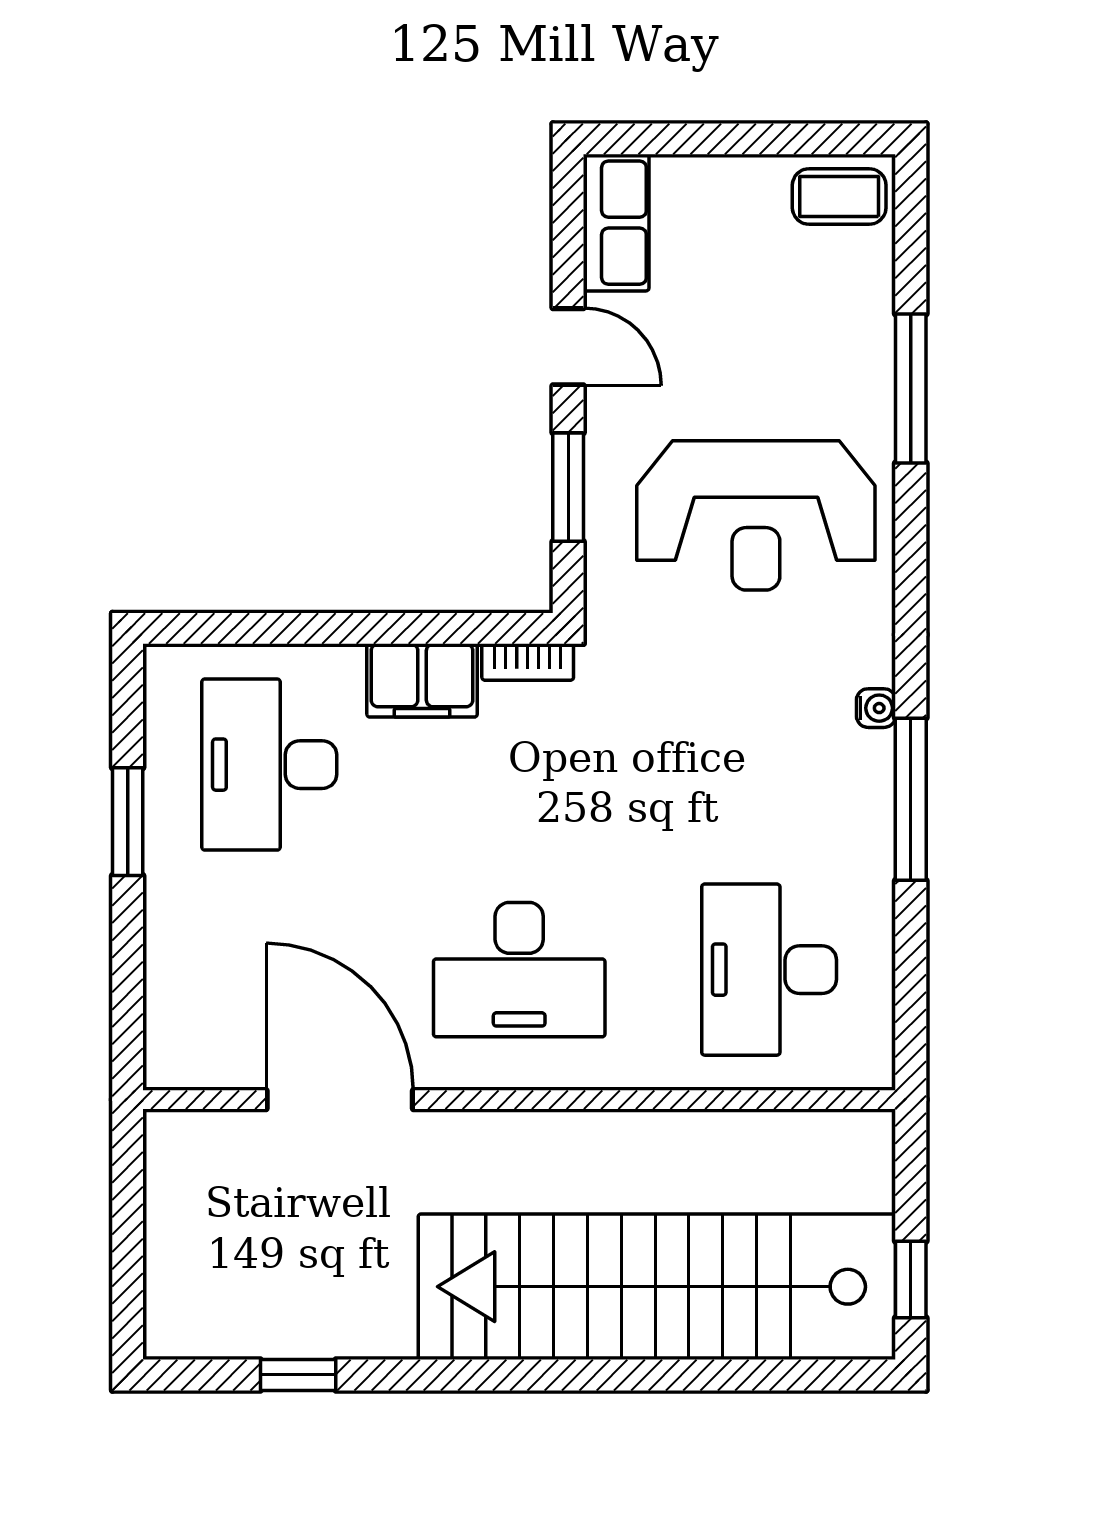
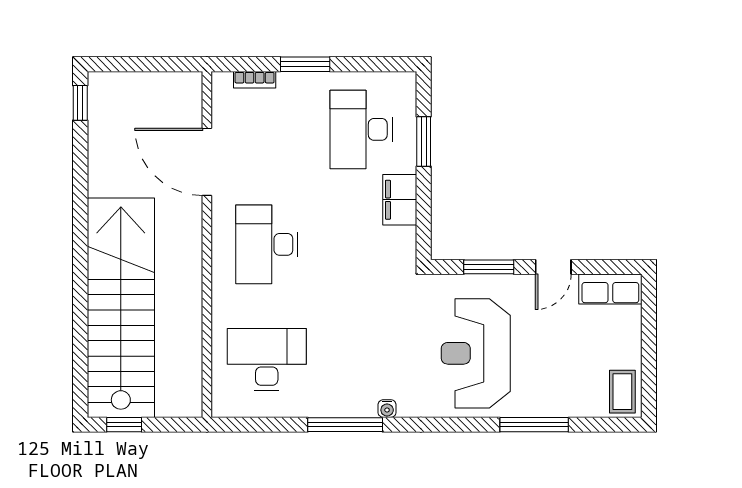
window: (296, 628) -> (424, 142), added
bookcase: (528, 662) -> (255, 80), moved, turned -90
desk: (269, 765) -> (361, 129), turned -90
window: (128, 822) -> (305, 64), moved
door: (340, 1100) -> (207, 162), swing flipped
window: (298, 1375) -> (80, 103), moved

